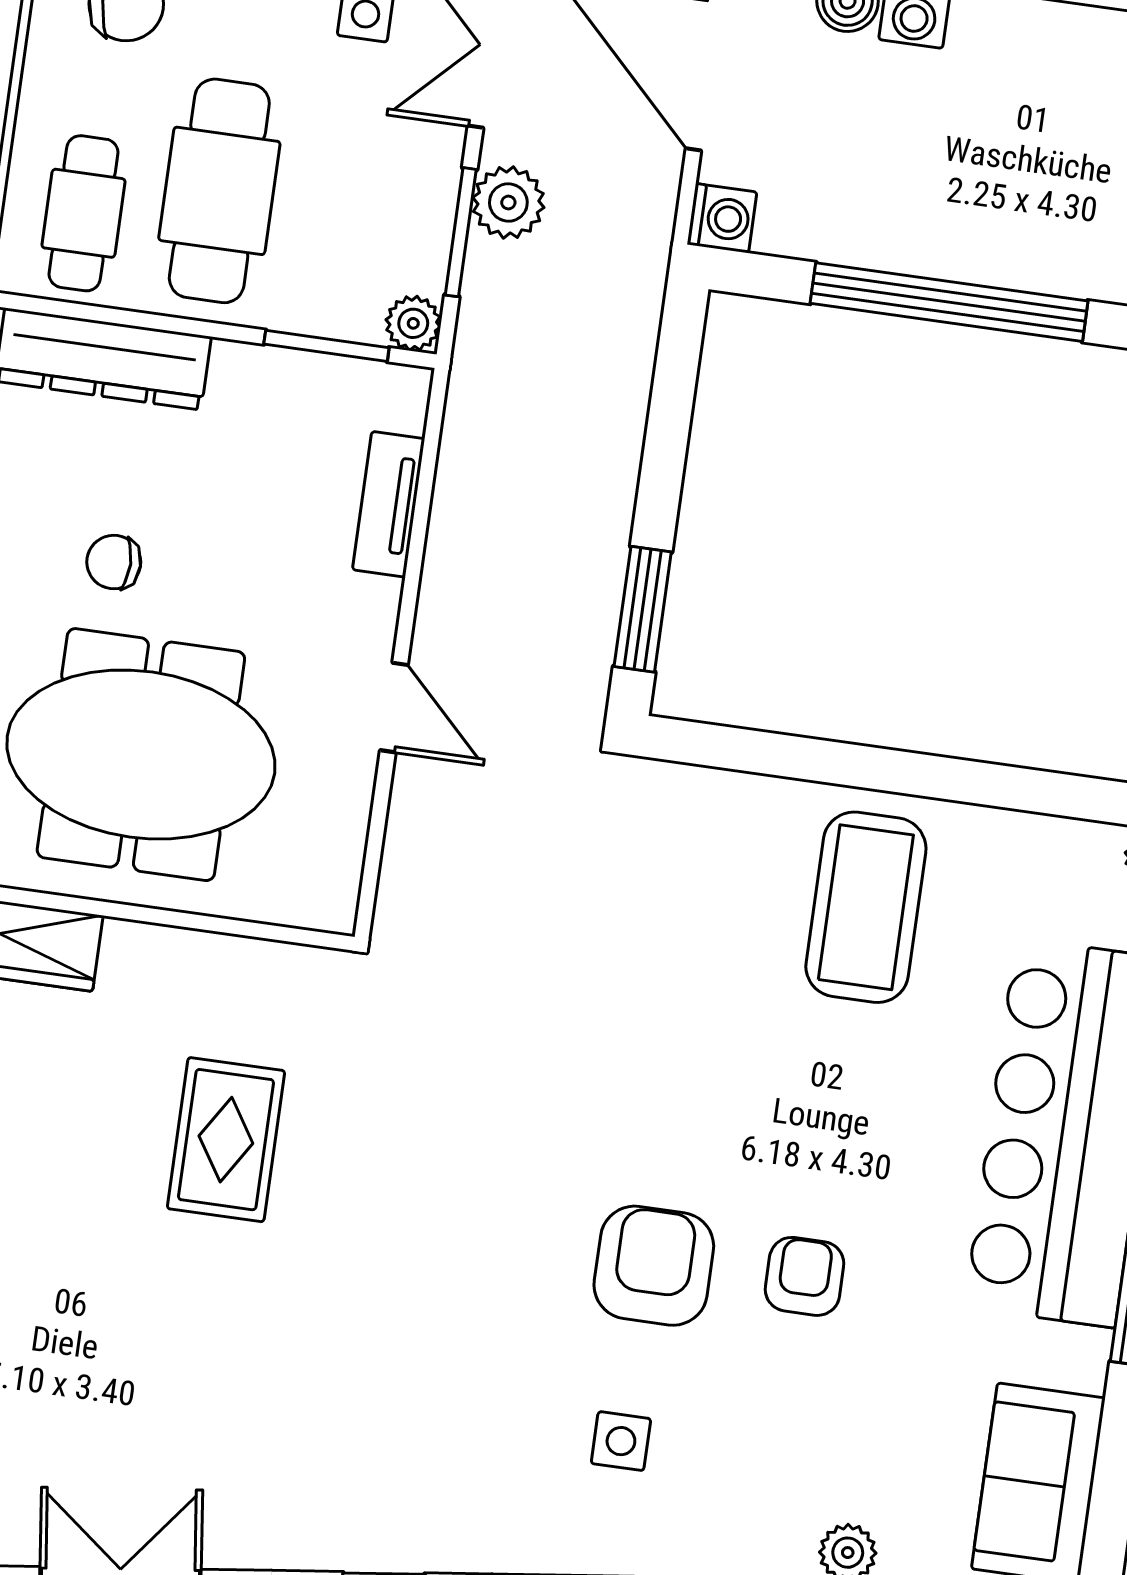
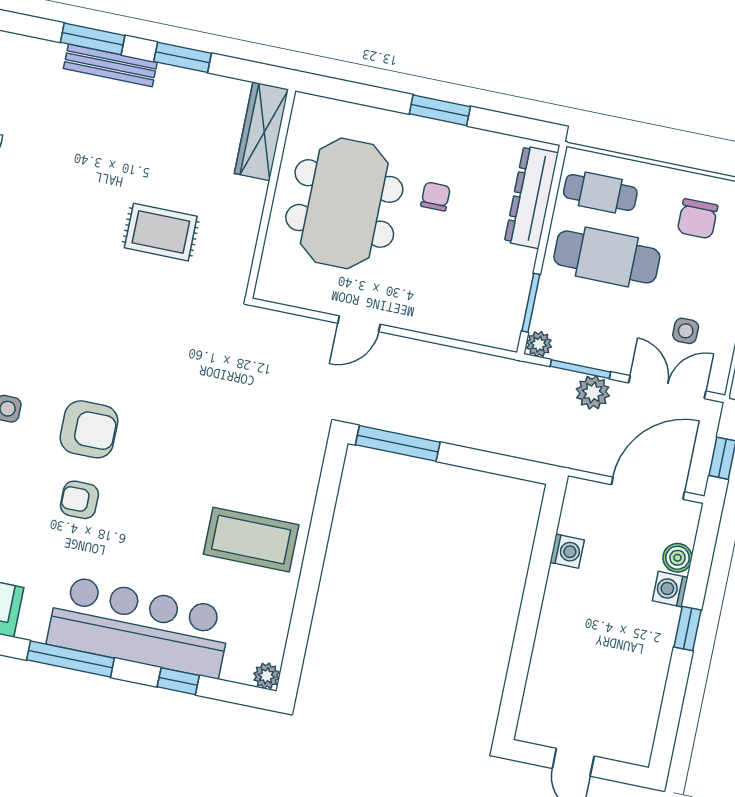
washing machine: (722, 218) -> (567, 551), moved, turned -90
window: (949, 302) -> (533, 597), removed
tv unit: (389, 504) -> (455, 327), removed
window: (643, 609) -> (398, 443), width x1.44
armchair: (805, 1276) -> (79, 500), turned 180

